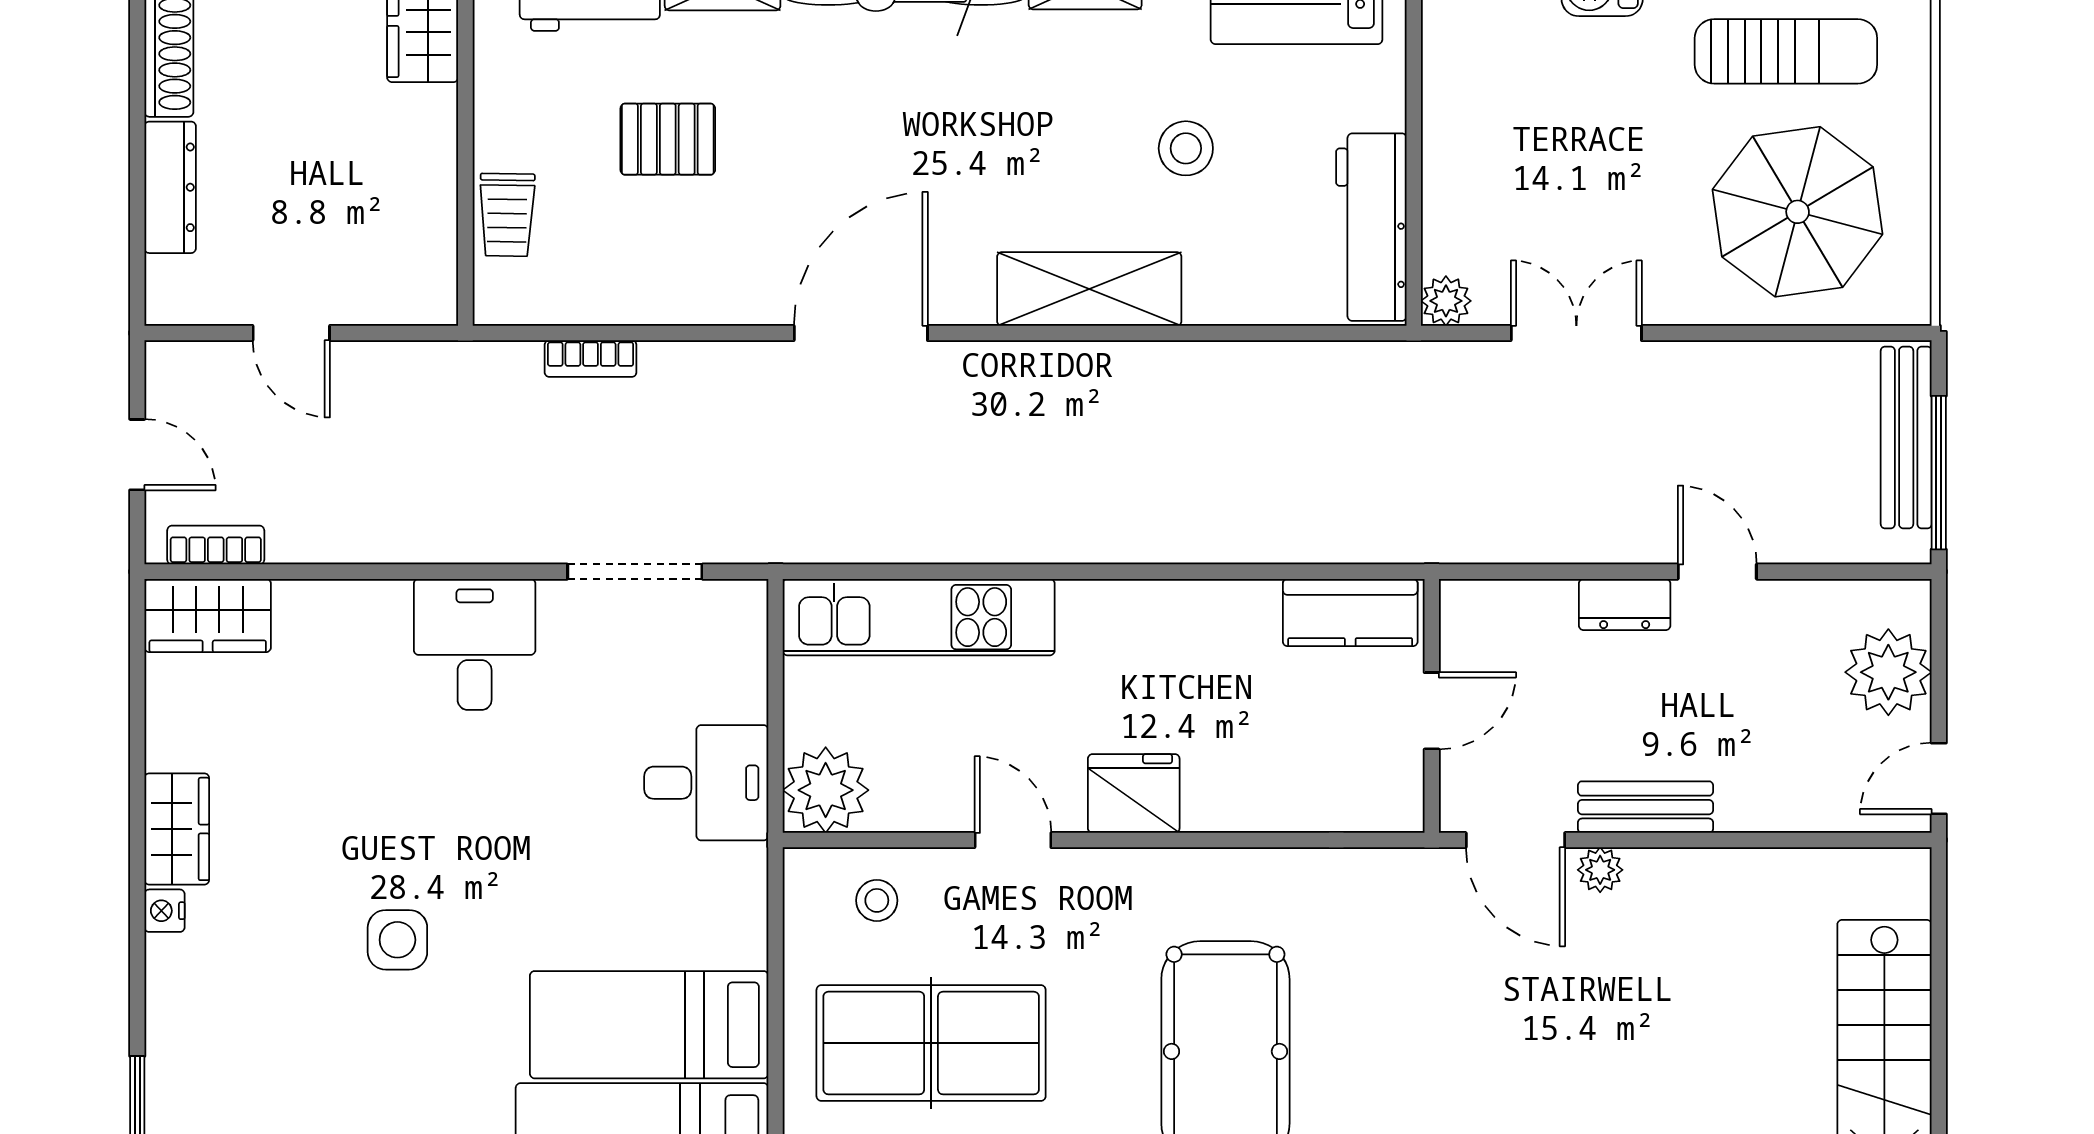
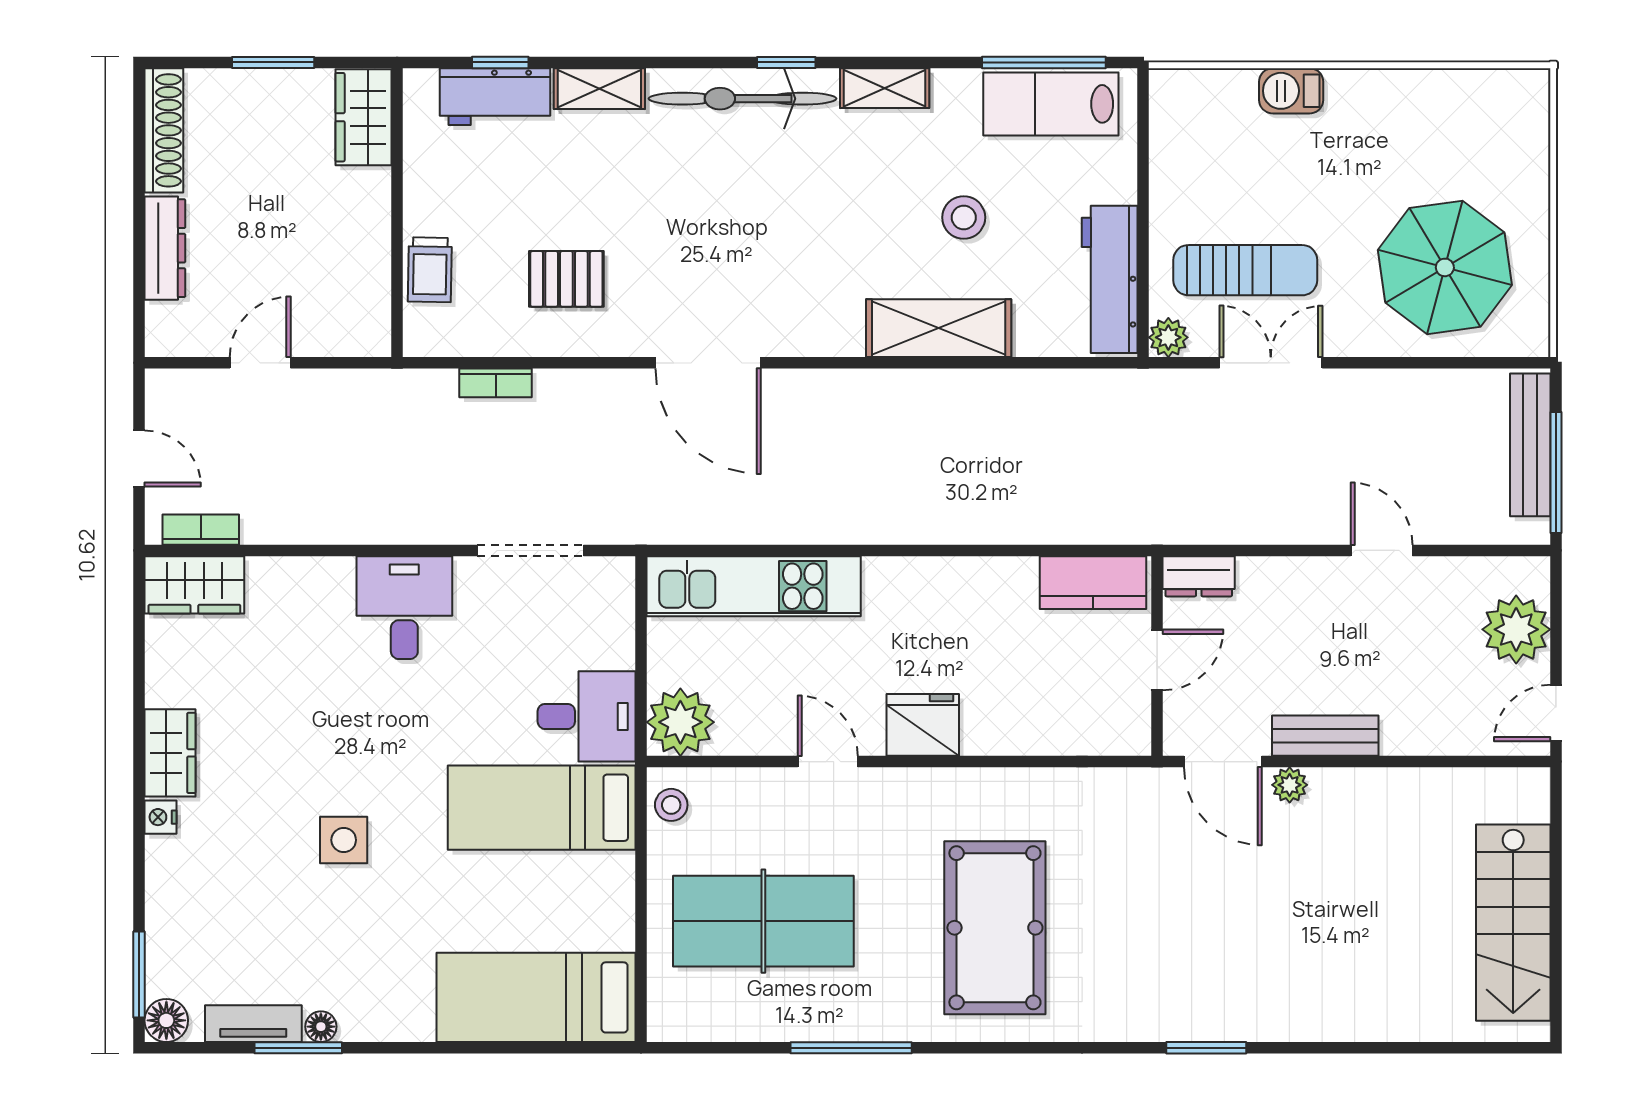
sun lounger: (1786, 51) -> (1245, 270), moved
pallet: (668, 139) -> (566, 279), moved
shelving: (1089, 289) -> (939, 328), moved
door: (291, 333) -> (260, 363), swing flipped
door: (861, 333) -> (708, 363), swing flipped
dresser: (1625, 605) -> (1199, 576), moved
stool: (877, 900) -> (671, 805), moved
bed: (649, 1025) -> (542, 808), moved

